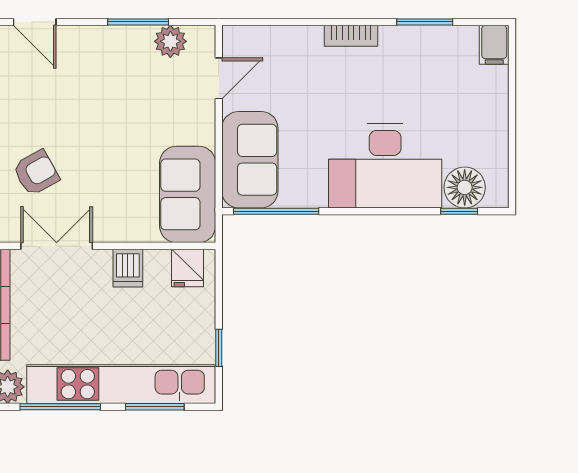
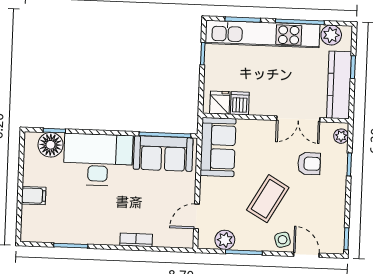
bookcase: (351, 36) -> (136, 240), moved
side table: (75, 45) -> (283, 240), added
filing cabinet: (494, 45) -> (34, 196), moved, turned 90
coffee table: (102, 112) -> (268, 199), added
sofa: (250, 160) -> (163, 154), moved, turned -90
armchair: (36, 173) -> (309, 164), turned -151
dishwasher: (128, 268) -> (240, 103), moved

